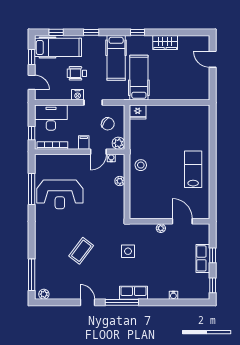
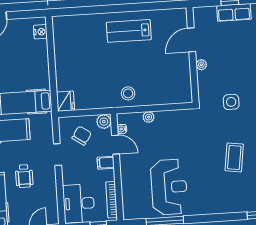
nightstand: (78, 95) -> (40, 32), moved
coffee table: (81, 251) -> (234, 157), turned 61

